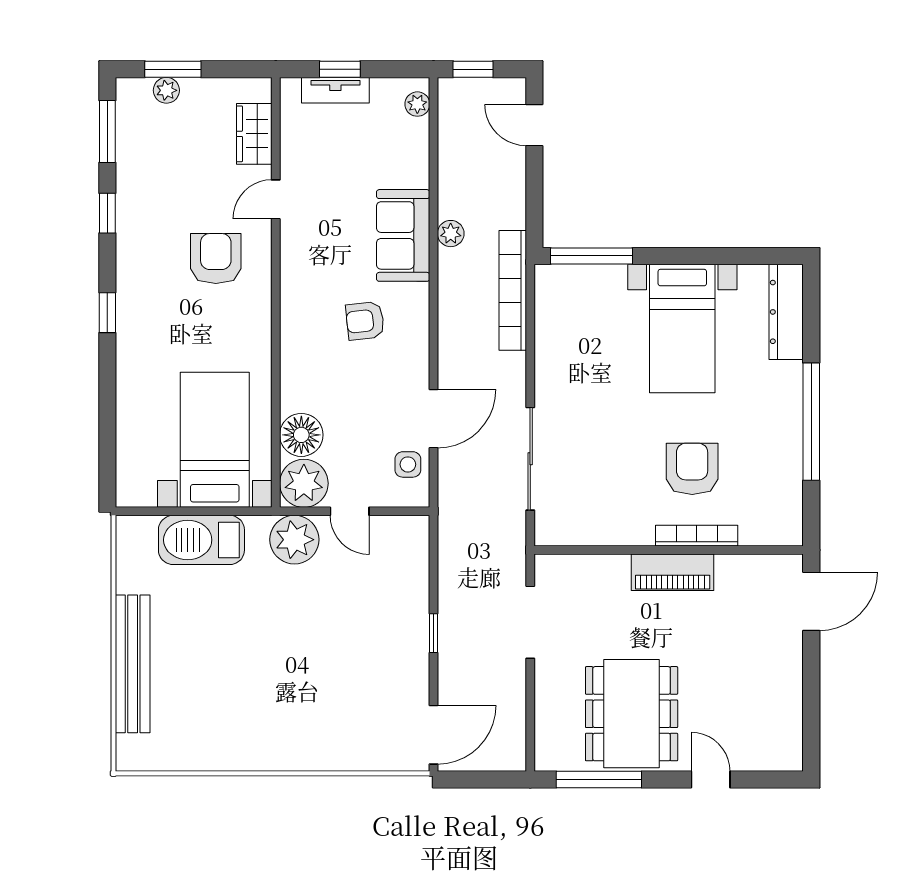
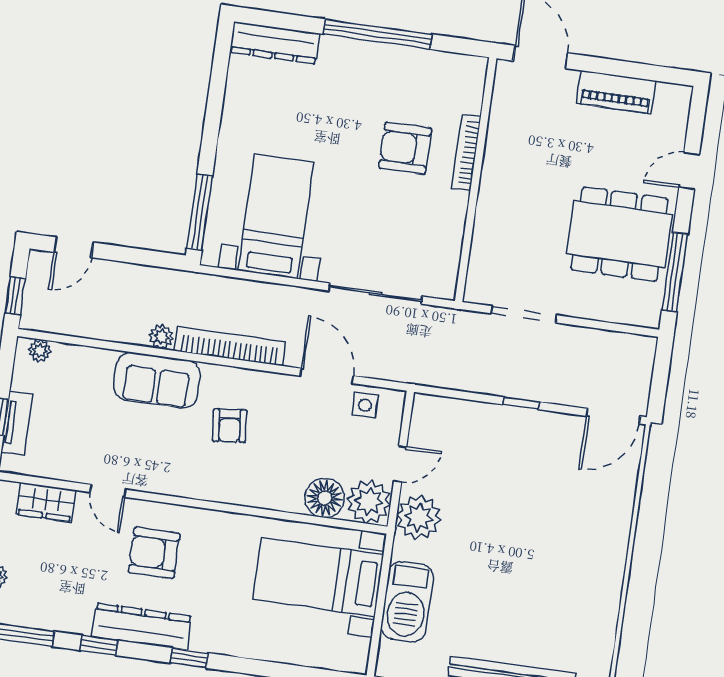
dresser: (134, 256) -> (142, 626), added
bookcase: (513, 290) -> (230, 346), moved, turned 180
bed with nightstands: (682, 328) -> (276, 216), moved, turned -90
piano: (673, 572) -> (616, 92), moved, turned 90
door: (434, 735) -> (613, 416), swing flipped

